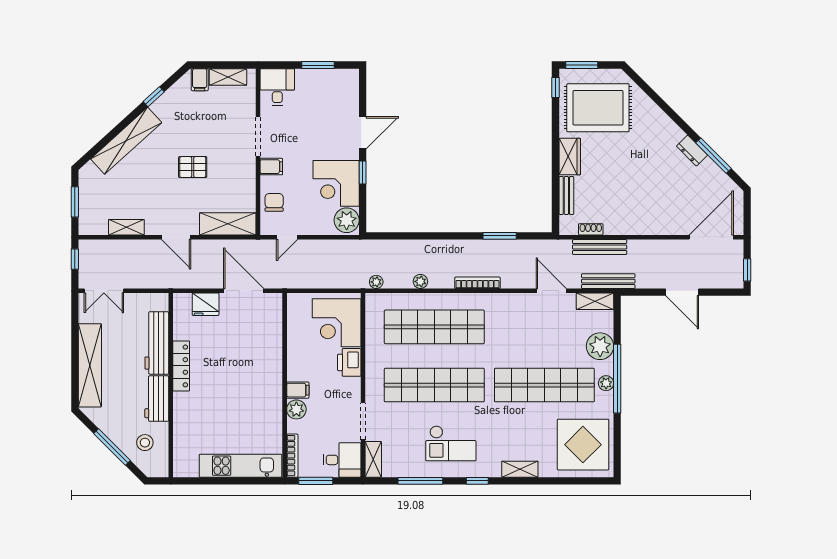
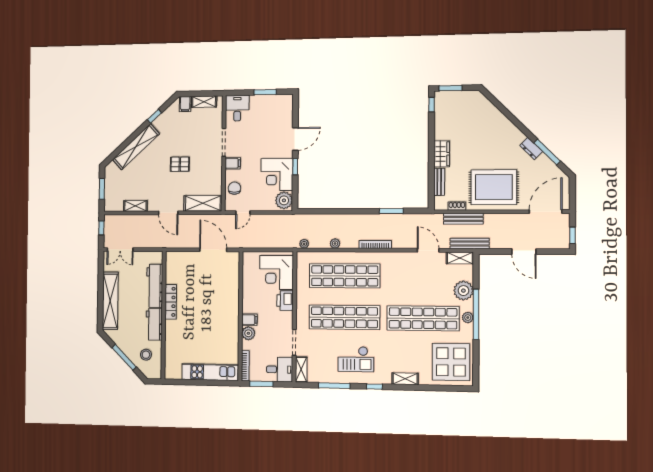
rug: (598, 108) -> (494, 187), moved
fridge: (206, 304) -> (187, 259), removed

